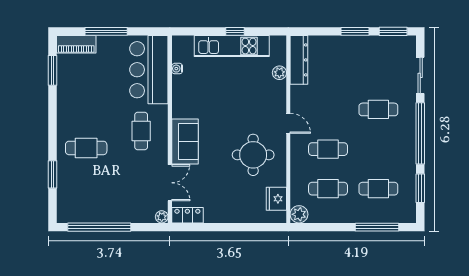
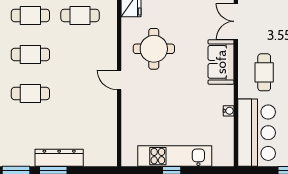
dresser: (299, 60) -> (59, 158), moved, turned 90
water cooler: (177, 69) -> (229, 111), moved
plant: (279, 73) -> (128, 130), removed
cafe table: (328, 149) -> (30, 54), moved

